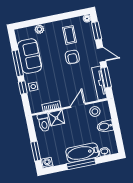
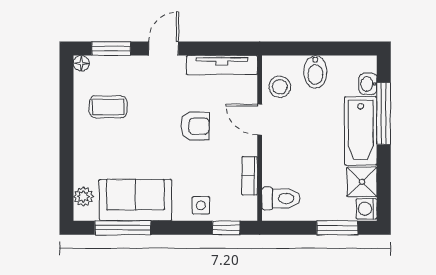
plant: (39, 29) -> (83, 197), moved
armchair: (72, 57) -> (195, 126), moved
window: (18, 63) -> (123, 228), moved
window: (106, 78) -> (213, 48), removed
window: (23, 88) -> (226, 228), moved
shower: (56, 118) -> (362, 182), moved
window: (81, 164) -> (384, 113), moved

